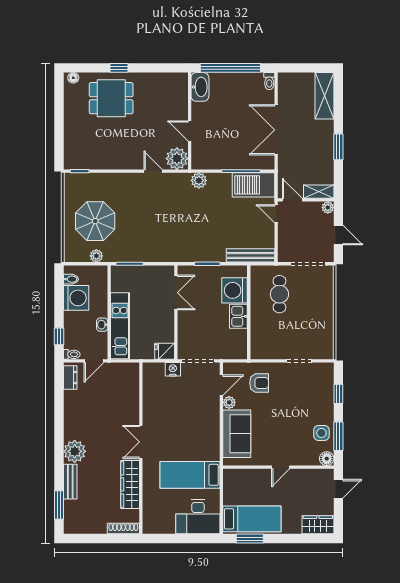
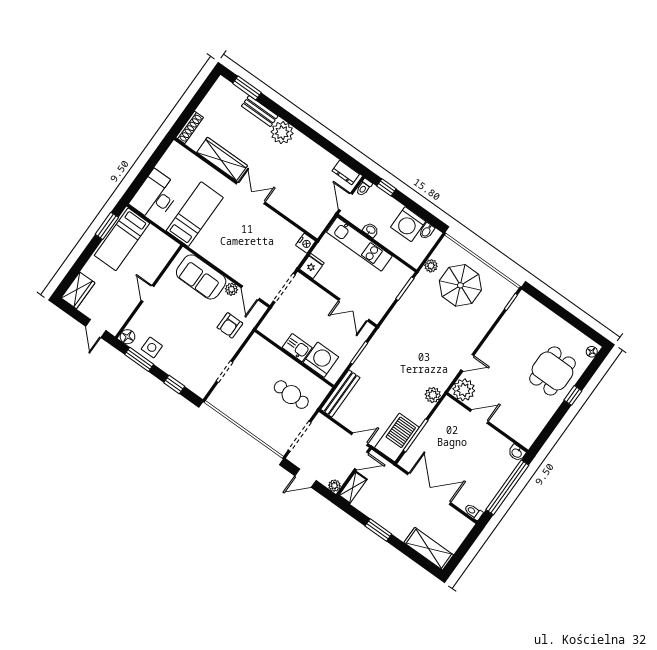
washbasin: (200, 87) -> (517, 453), width x0.52, depth x0.69
nightstand: (173, 369) -> (306, 243), moved

